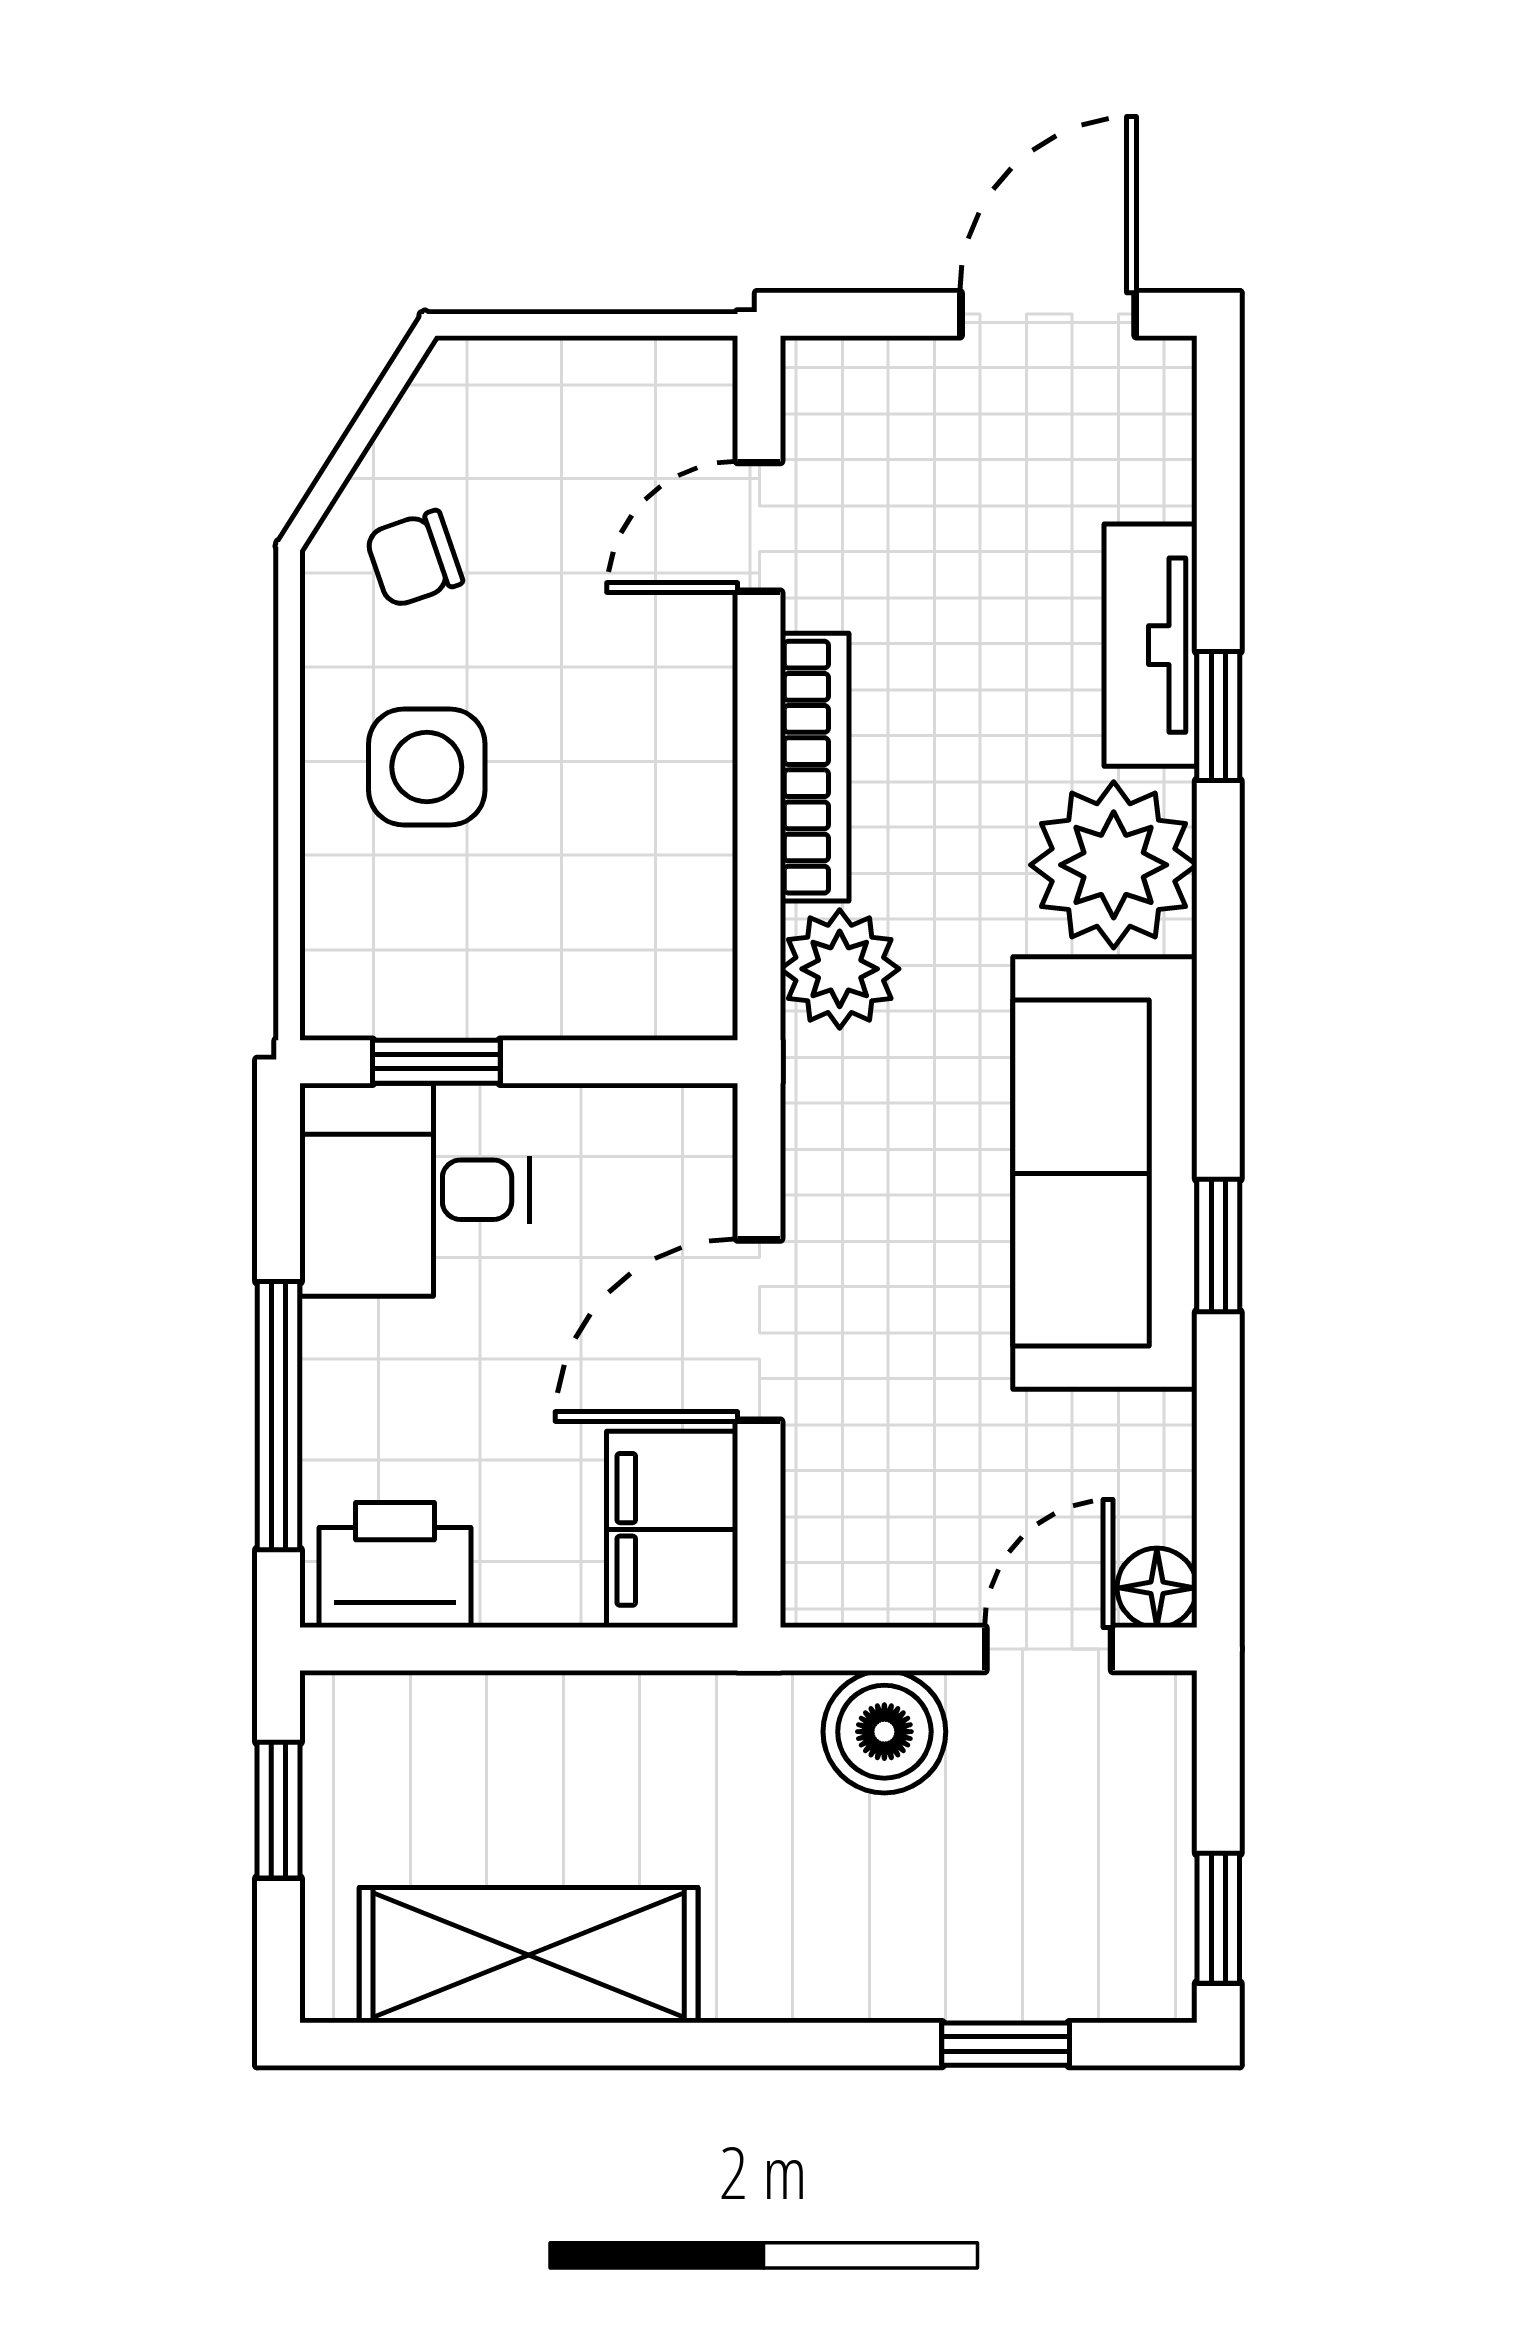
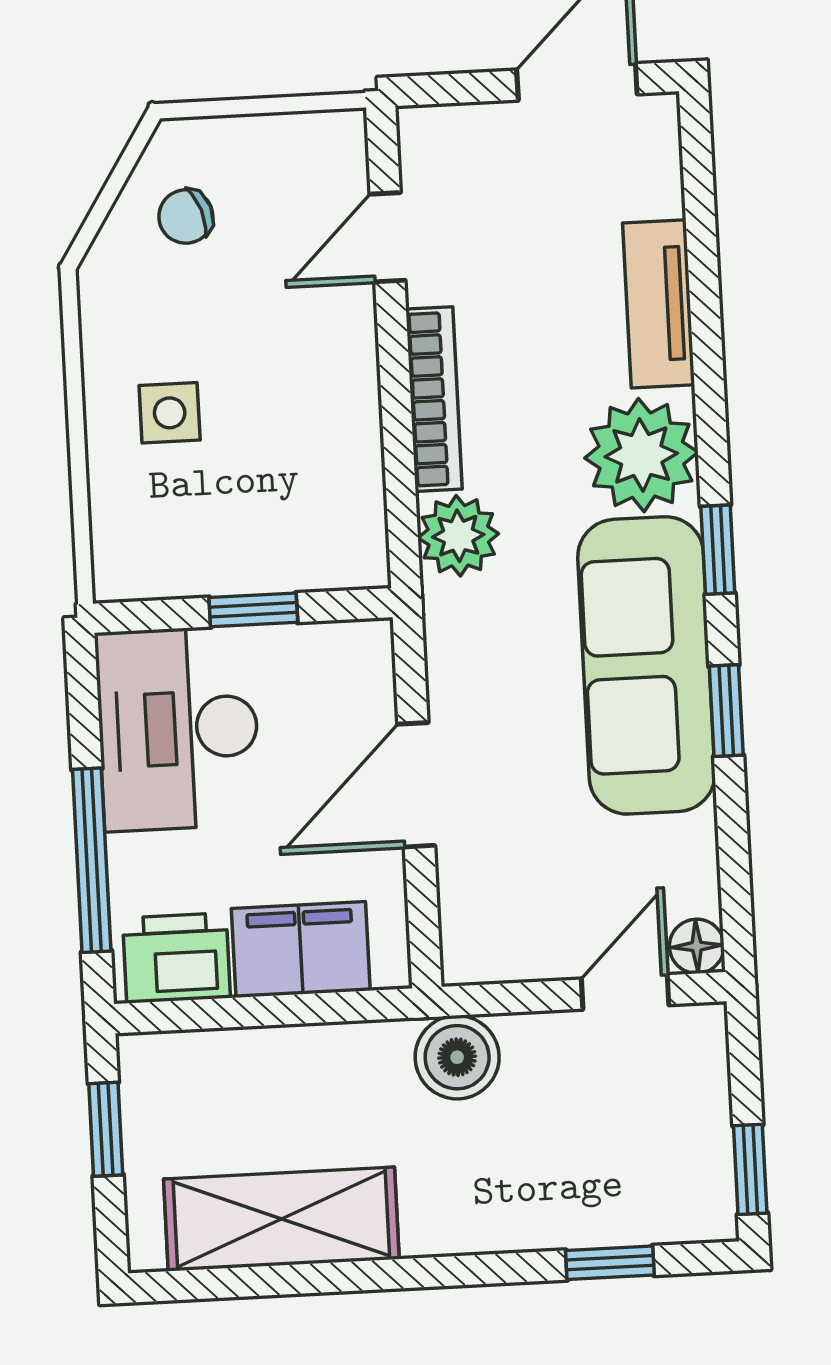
chair: (414, 559) -> (186, 217), moved
window: (1218, 716) -> (718, 550), moved
side table: (427, 767) -> (170, 413), width x0.73, depth x0.73
window: (436, 1062) -> (253, 610), moved
desk: (415, 1190) -> (178, 729), width x1.37
filing cabinet: (672, 1529) -> (301, 949), moved, turned 90
boiler: (884, 1732) -> (457, 1057), moved

